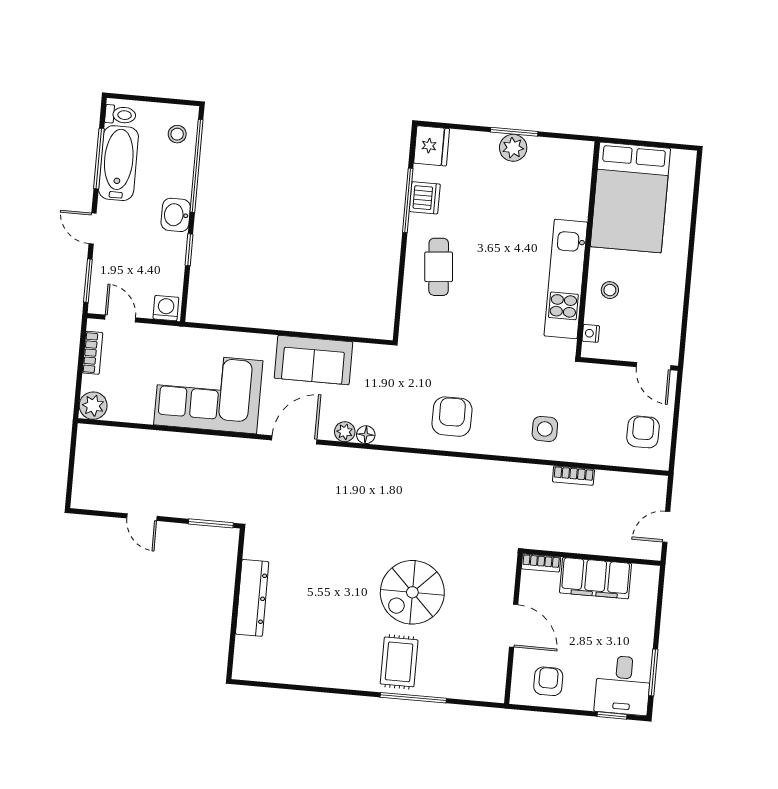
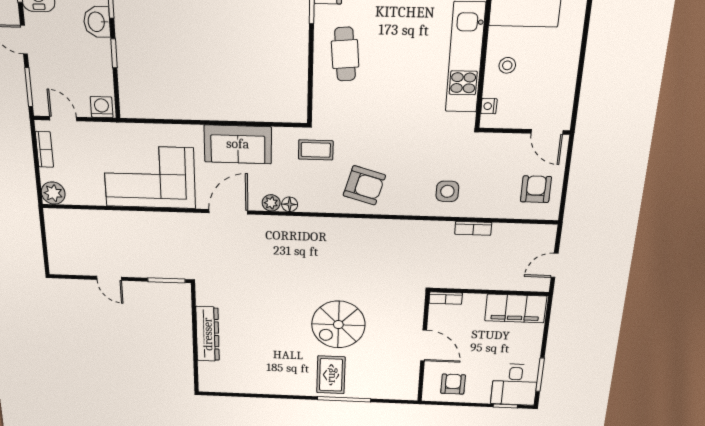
coffee table: (400, 372) -> (316, 150), added
armchair: (452, 417) -> (364, 185), turned 106
filing cabinet: (596, 578) -> (516, 308), moved

